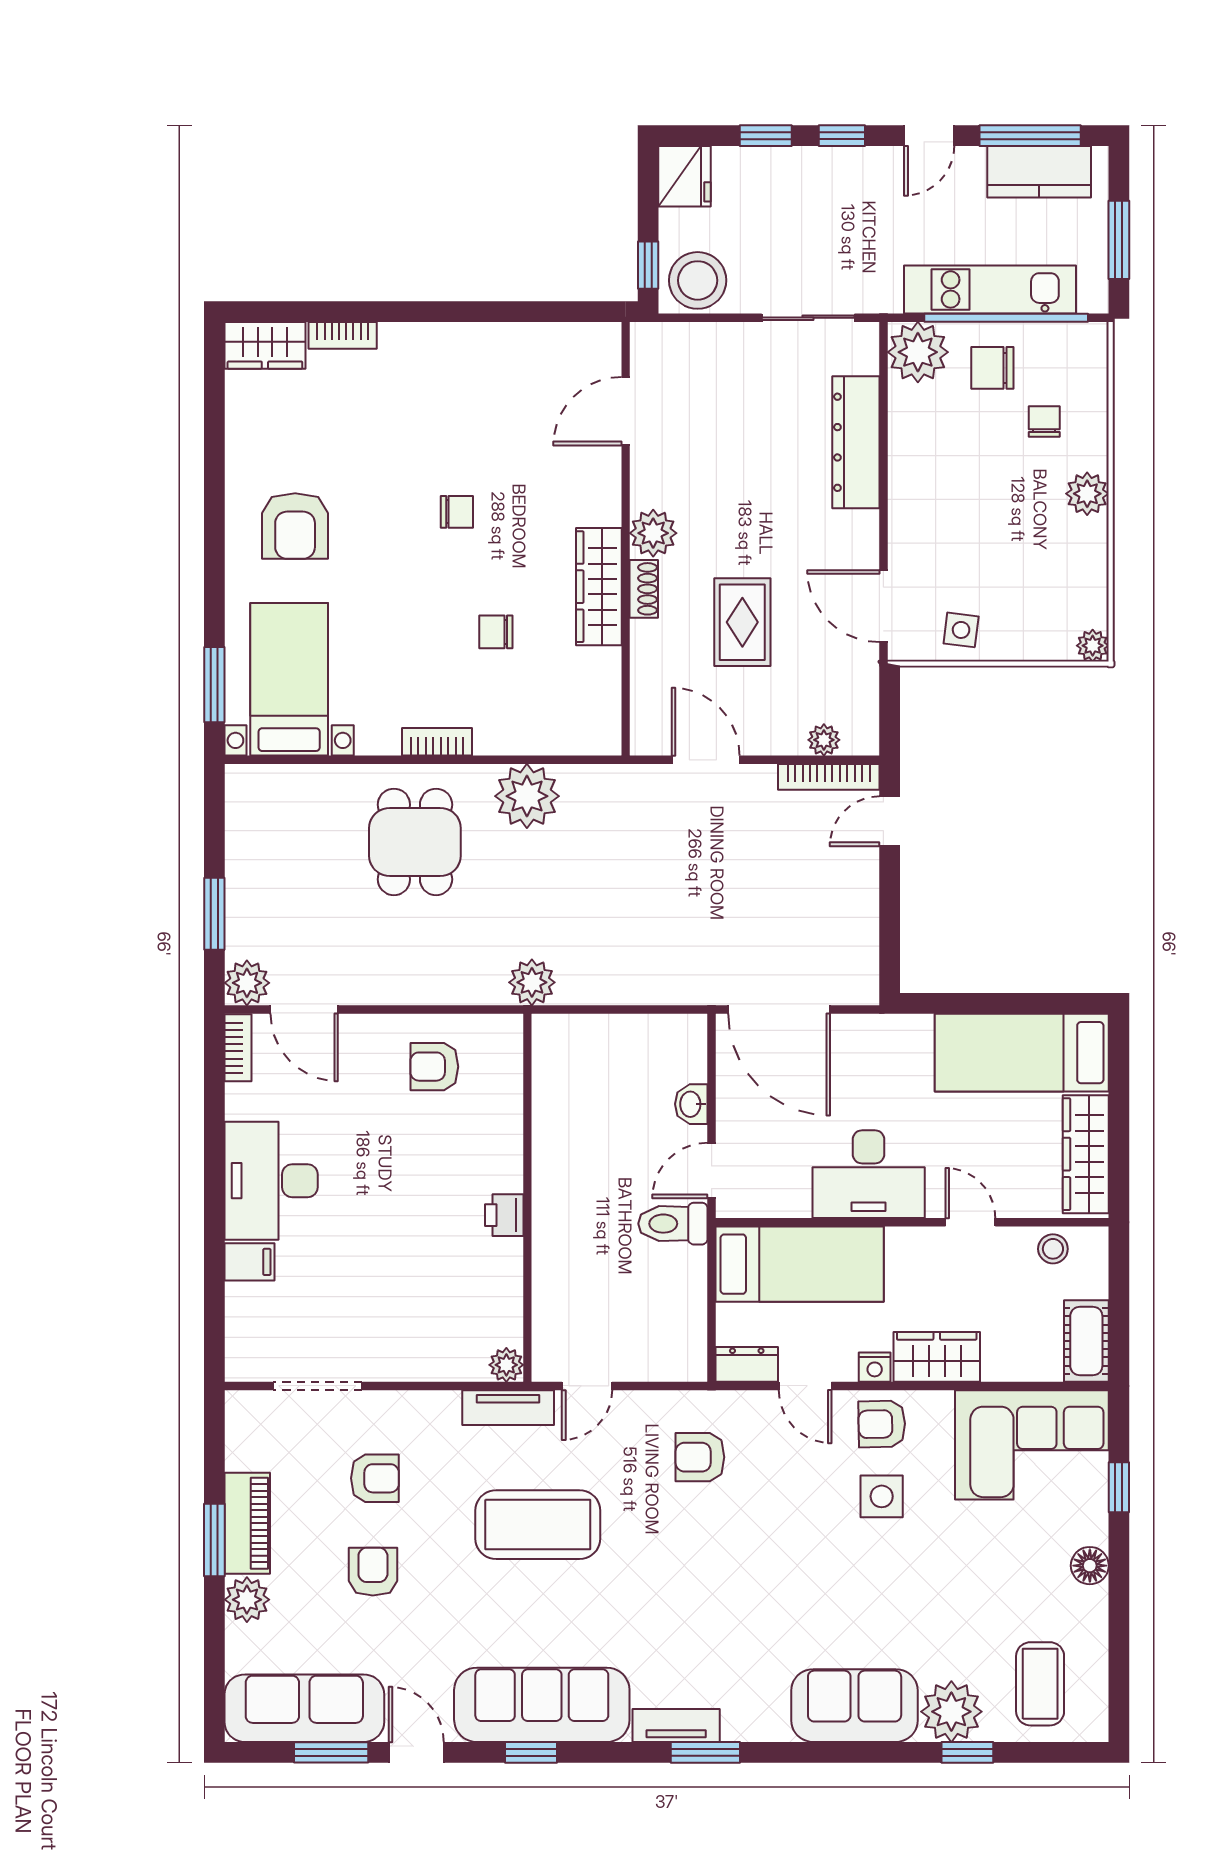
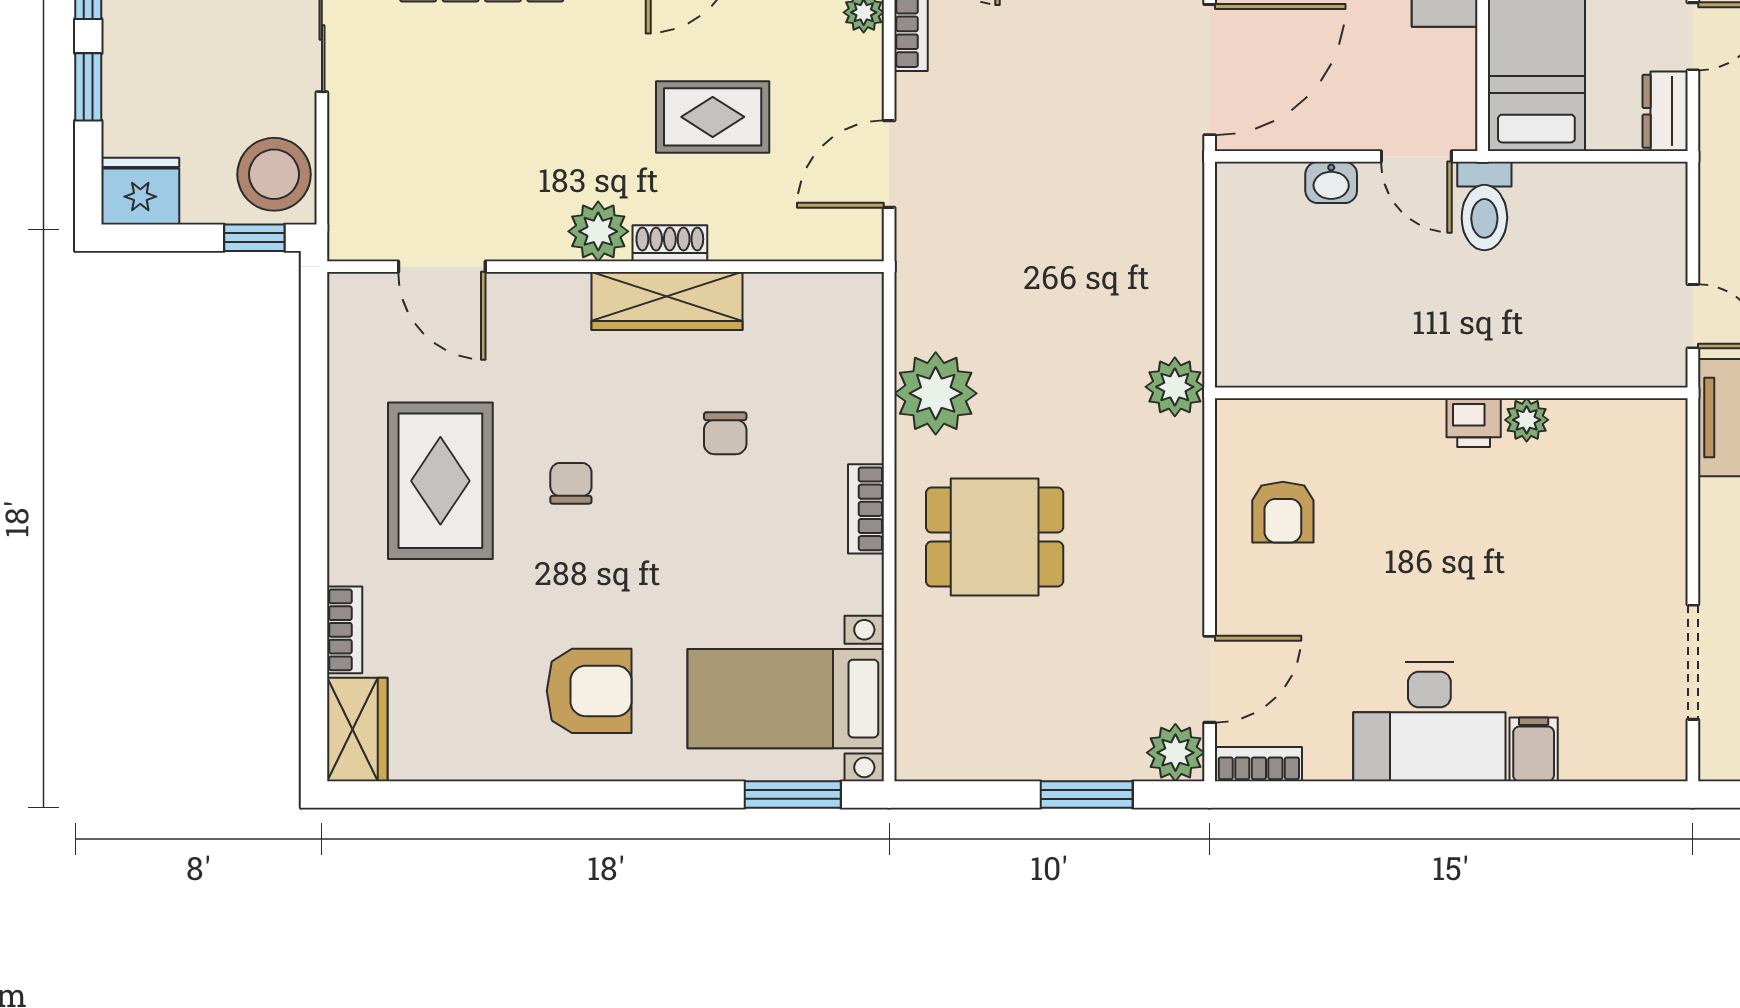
rug: (459, 410) -> (440, 481), added
plant: (506, 1365) -> (1527, 420), moved

